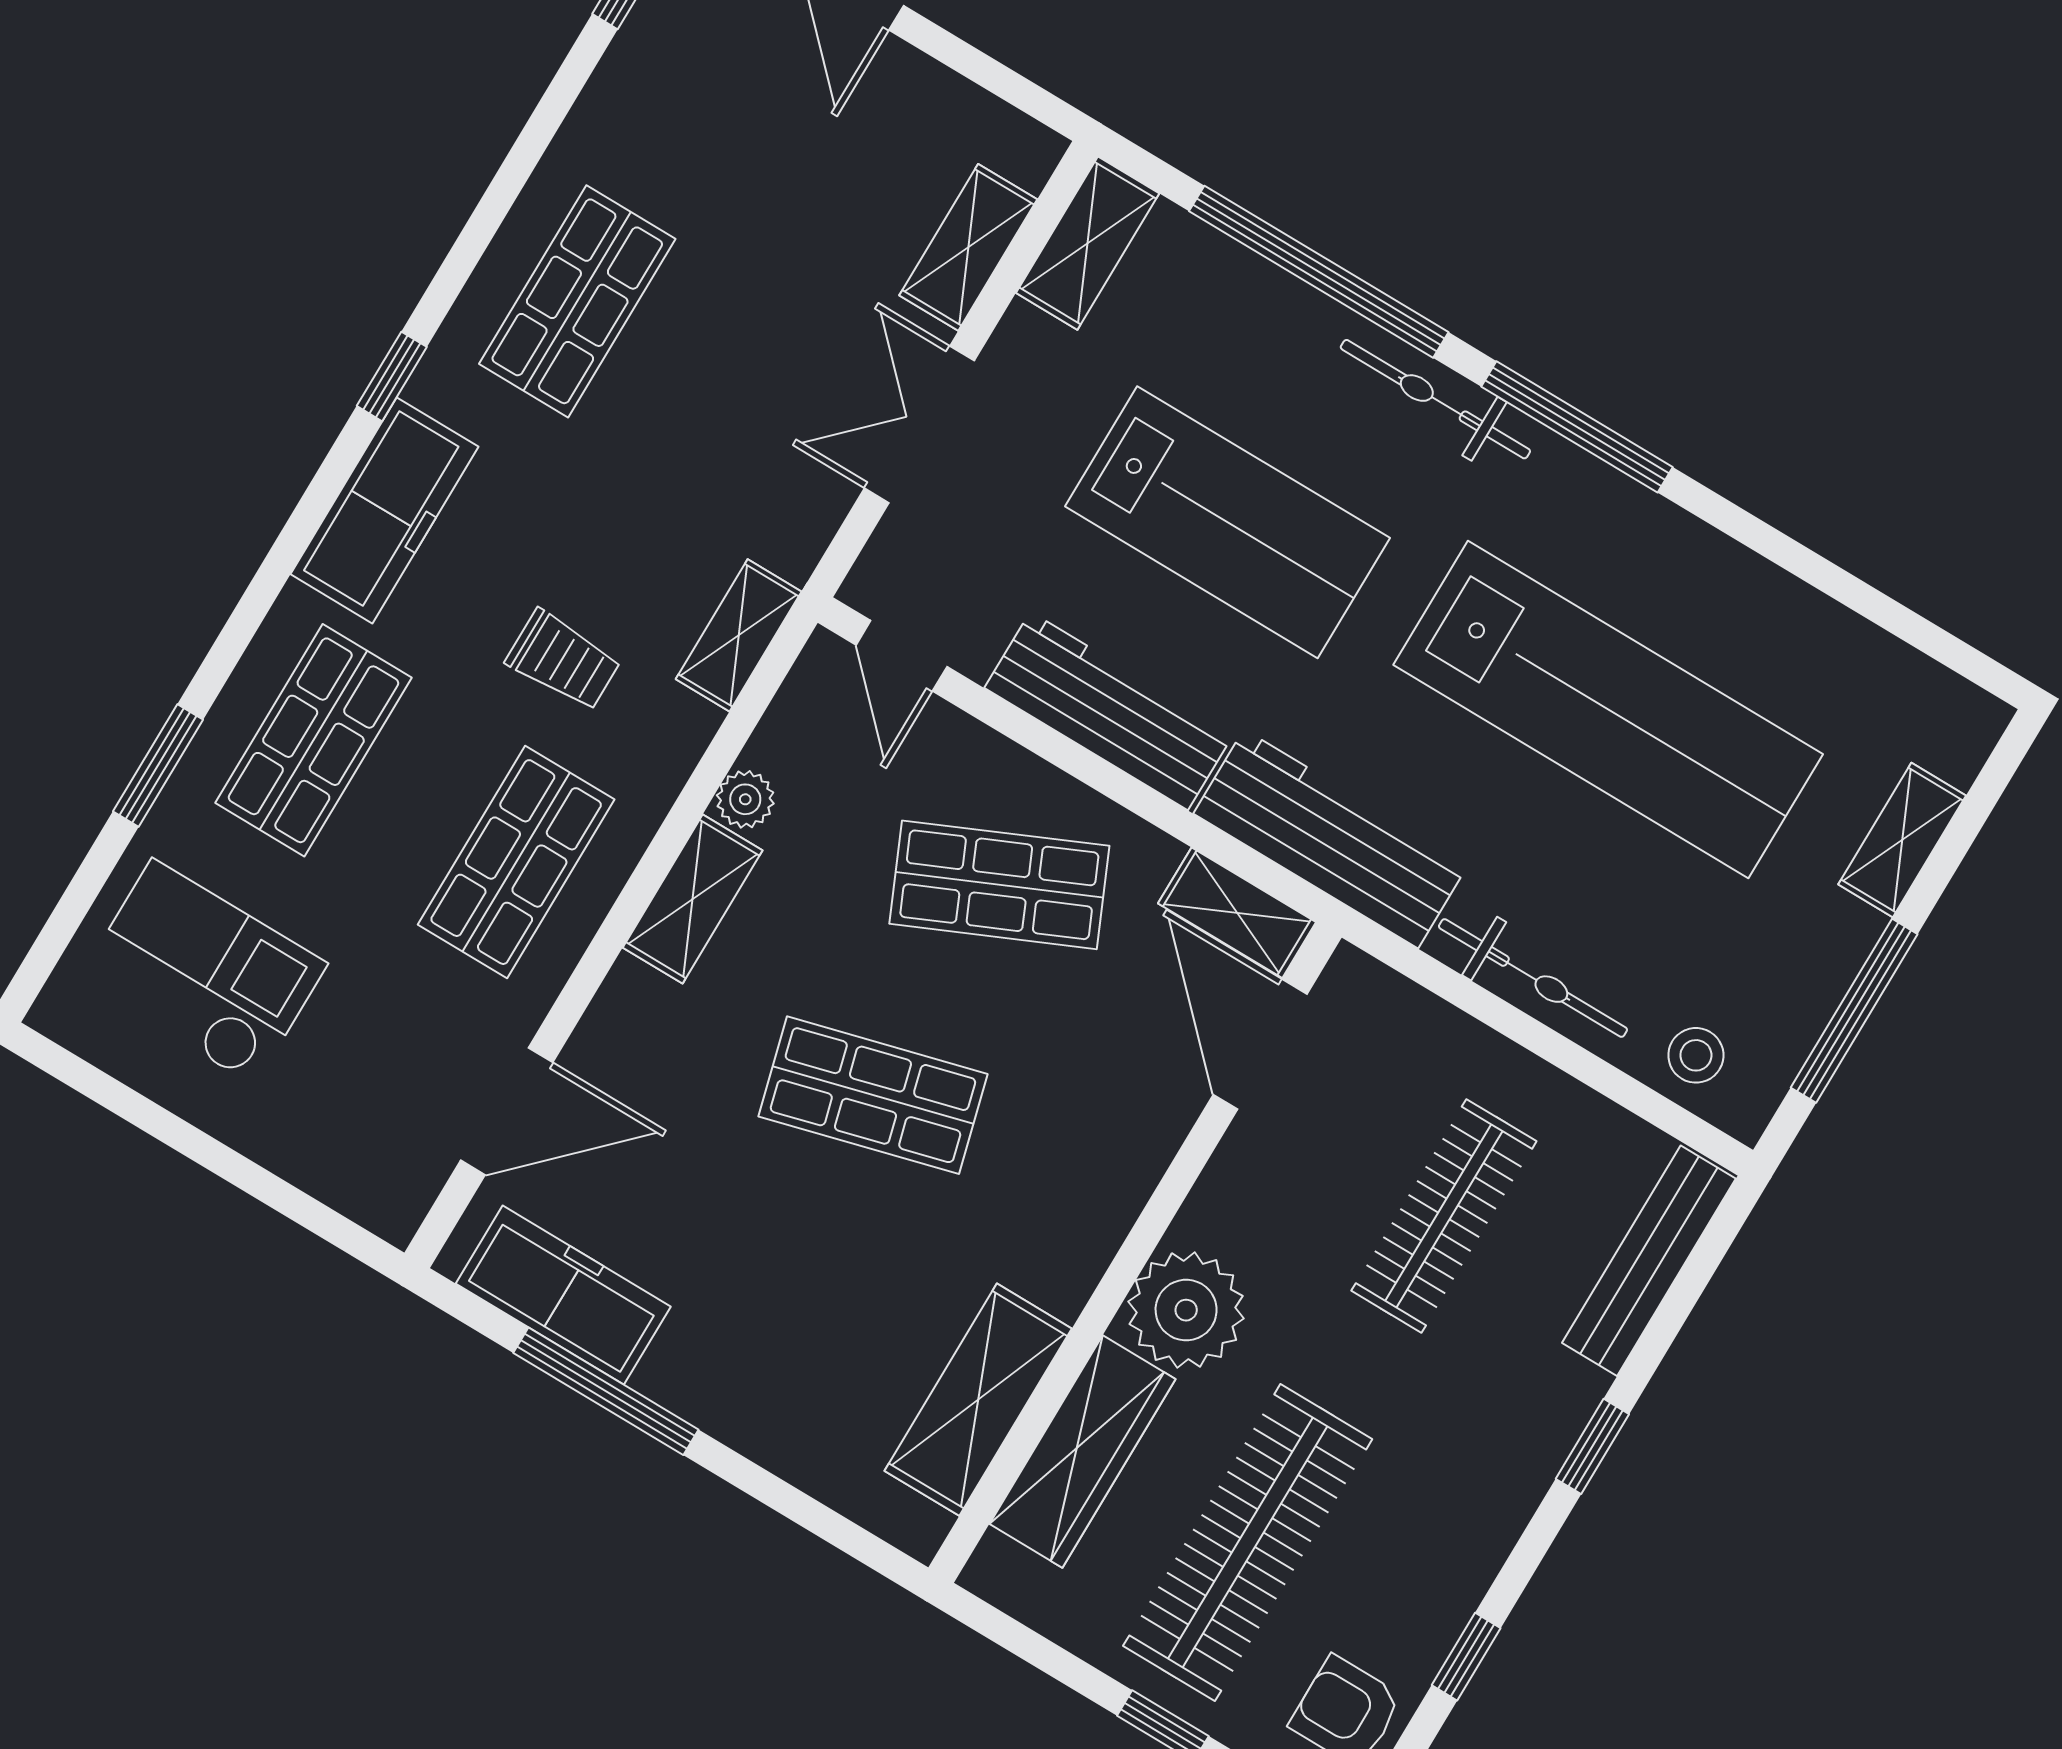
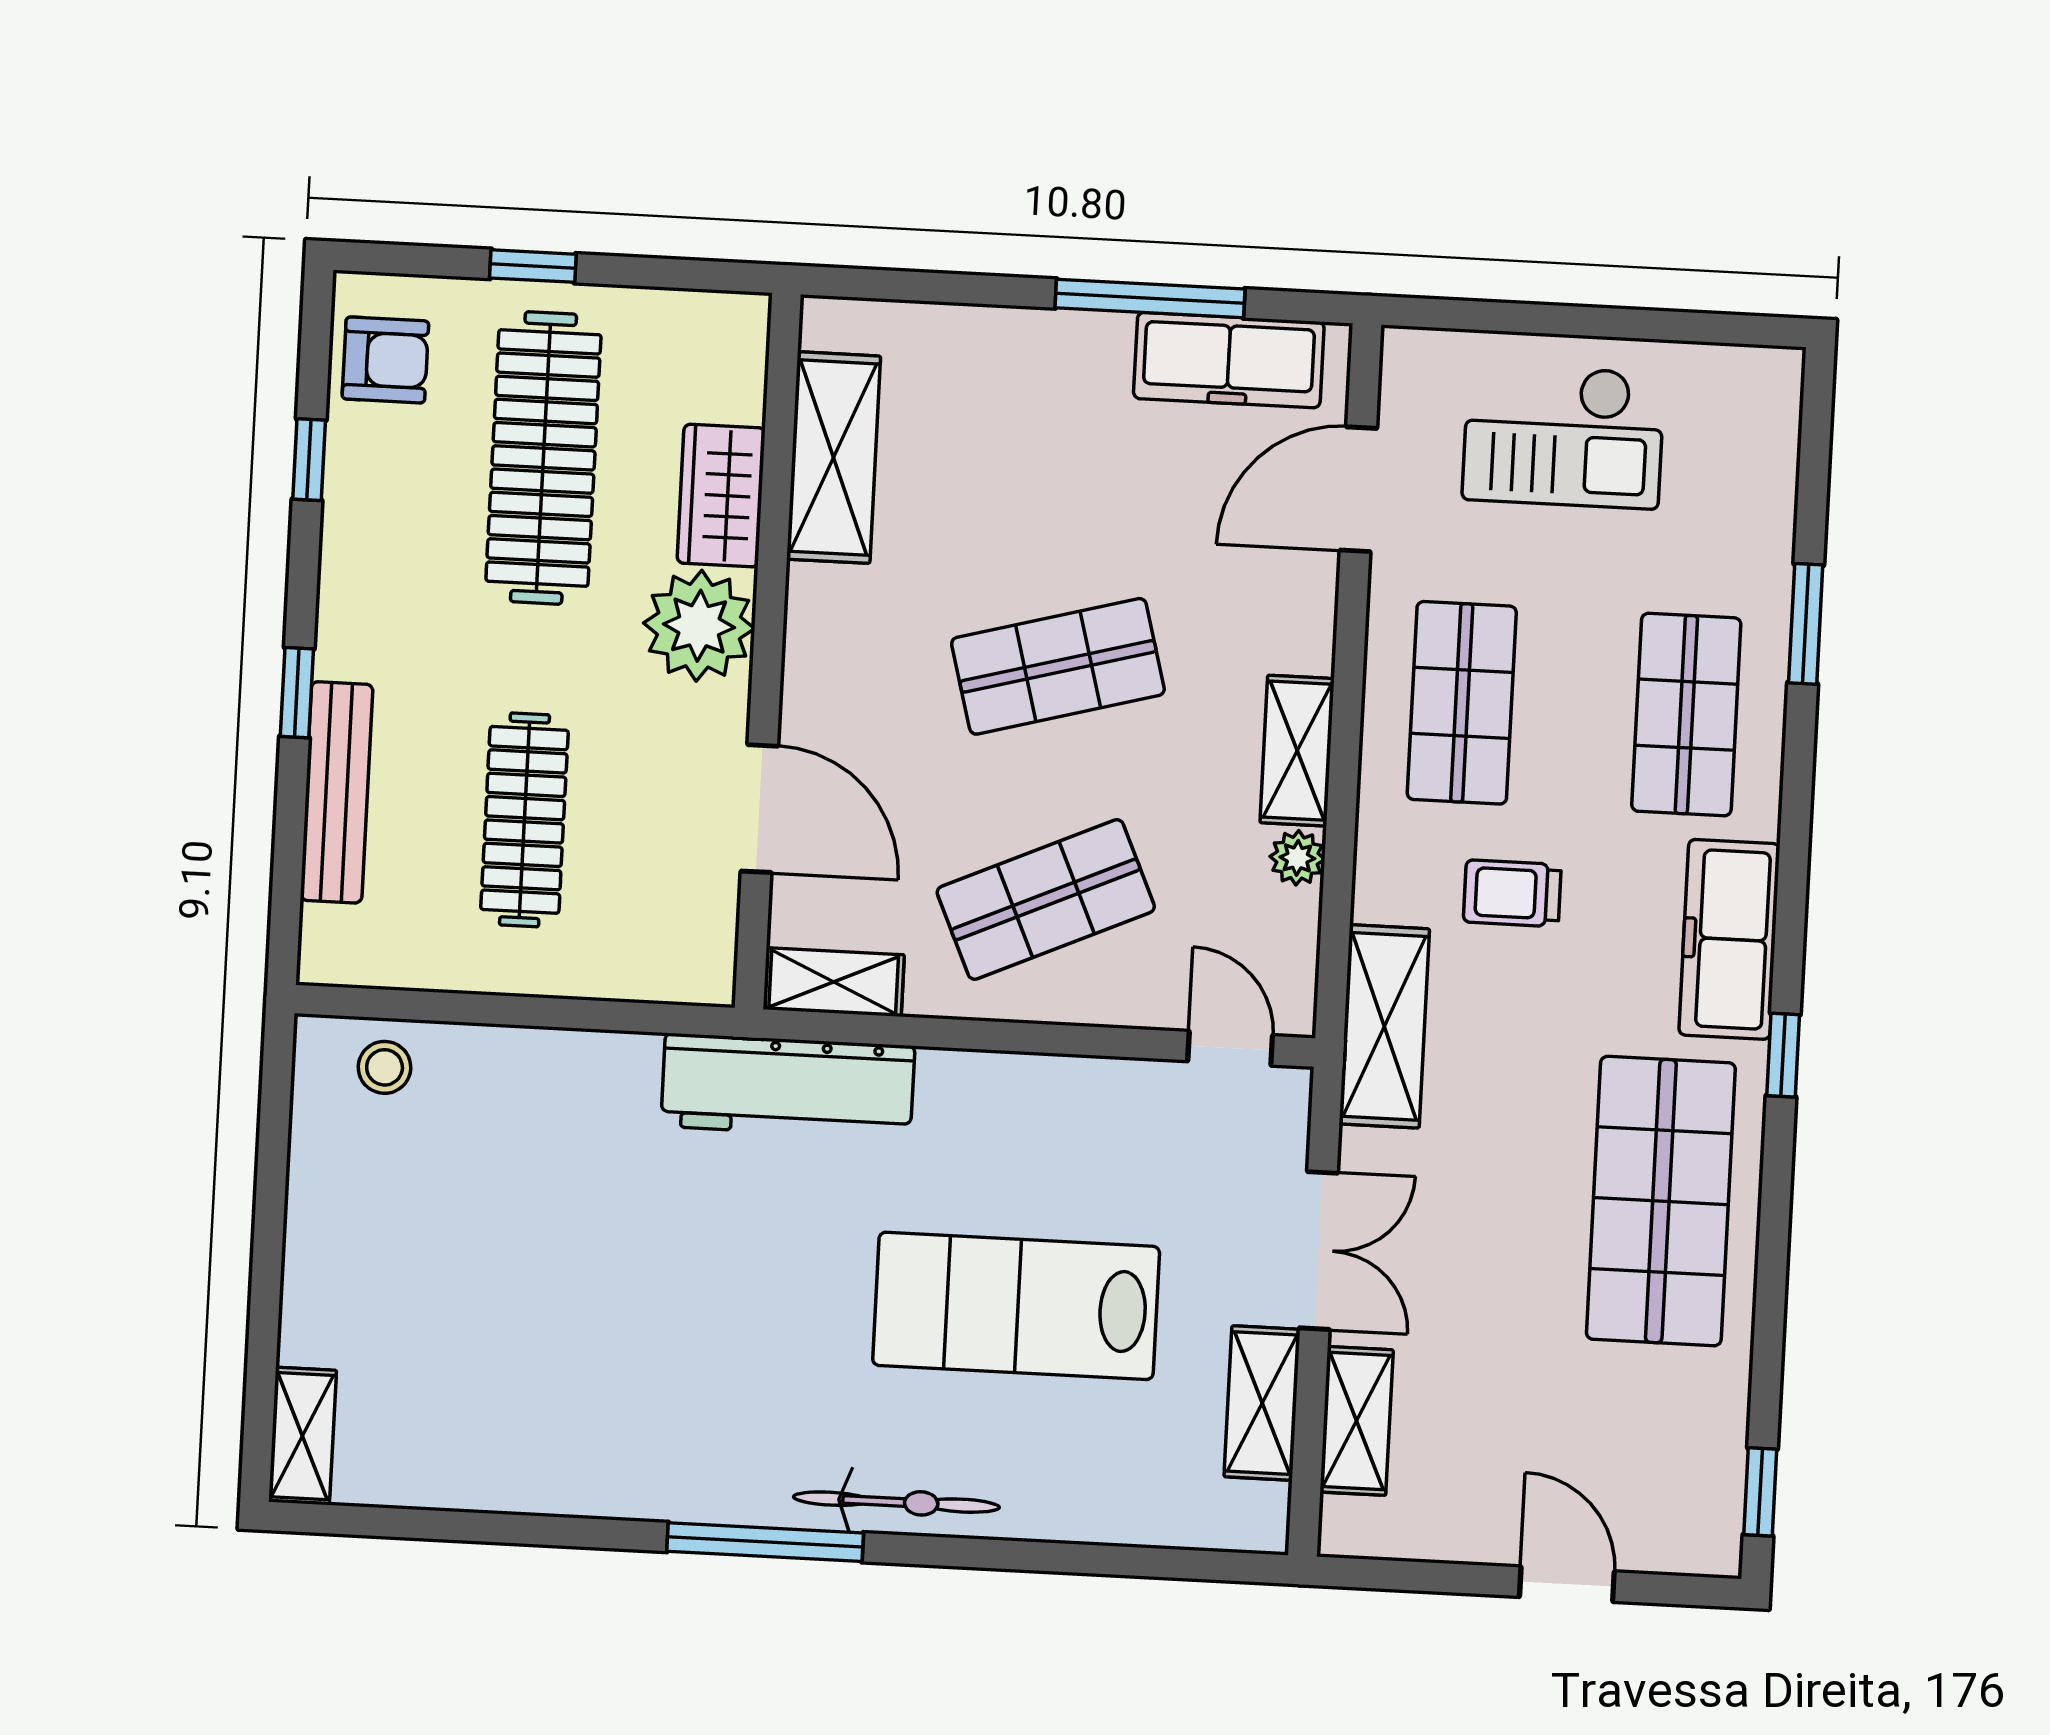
shelving: (1088, 243) -> (1262, 1403), moved
window: (1319, 272) -> (1051, 1557), removed
shop shelf: (577, 301) -> (1661, 1201), width x1.43, depth x1.36
shelving: (739, 635) -> (1384, 1026), width x1.50, depth x1.33
lab bench: (1608, 709) -> (613, 1319), removed
workbench: (1109, 711) -> (1031, 1094), removed
shelving: (1902, 840) -> (303, 1436), moved
checkout: (203, 972) -> (1563, 436), moved
bicycle: (1533, 978) -> (556, 1060), removed
window: (1854, 1011) -> (272, 1175), removed
door: (1260, 1044) -> (759, 809), moved
bench: (1649, 1261) -> (337, 792), moved
wardrobe: (1082, 1451) -> (721, 496), width x0.67

